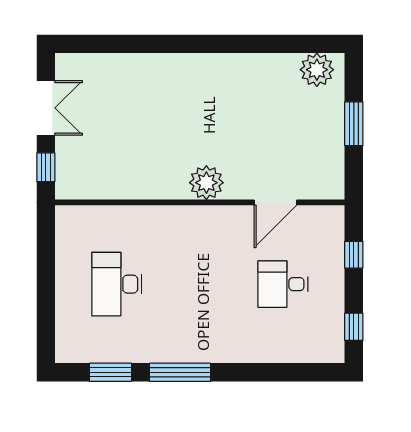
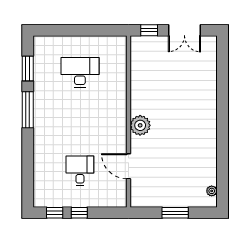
plant: (317, 70) -> (212, 191), width x0.53, depth x0.53
window: (354, 255) -> (79, 213), moved

